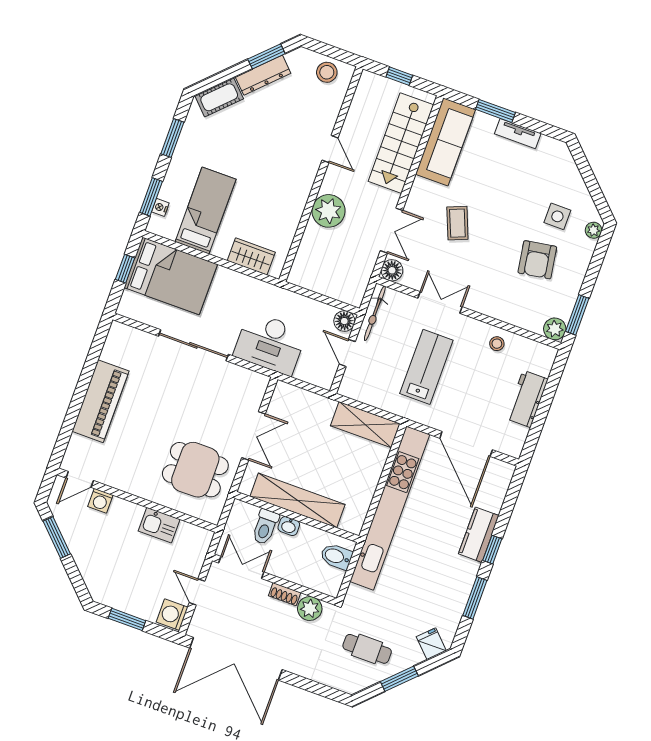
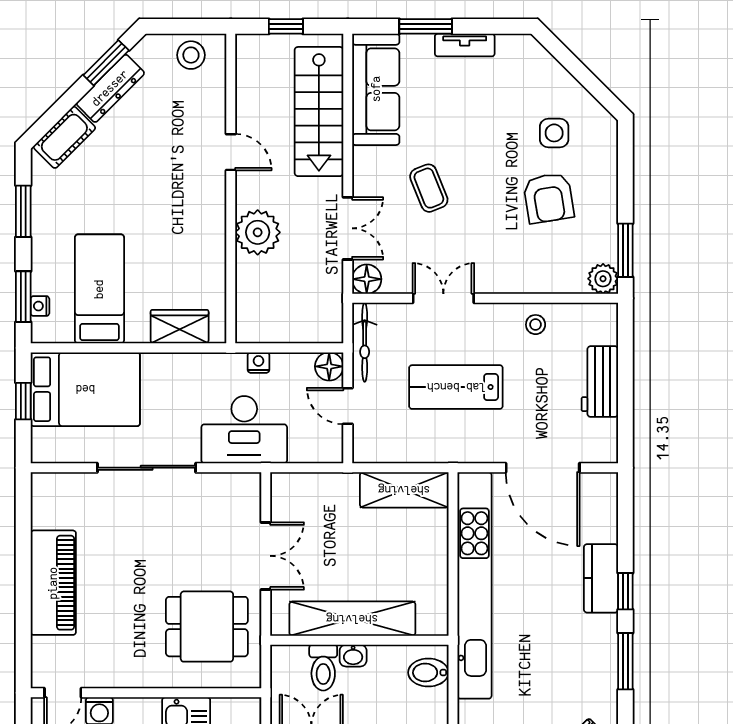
plant: (594, 230) -> (607, 134), removed
nightstand: (297, 301) -> (259, 363), added
lab bench: (426, 367) -> (456, 387), turned -90

